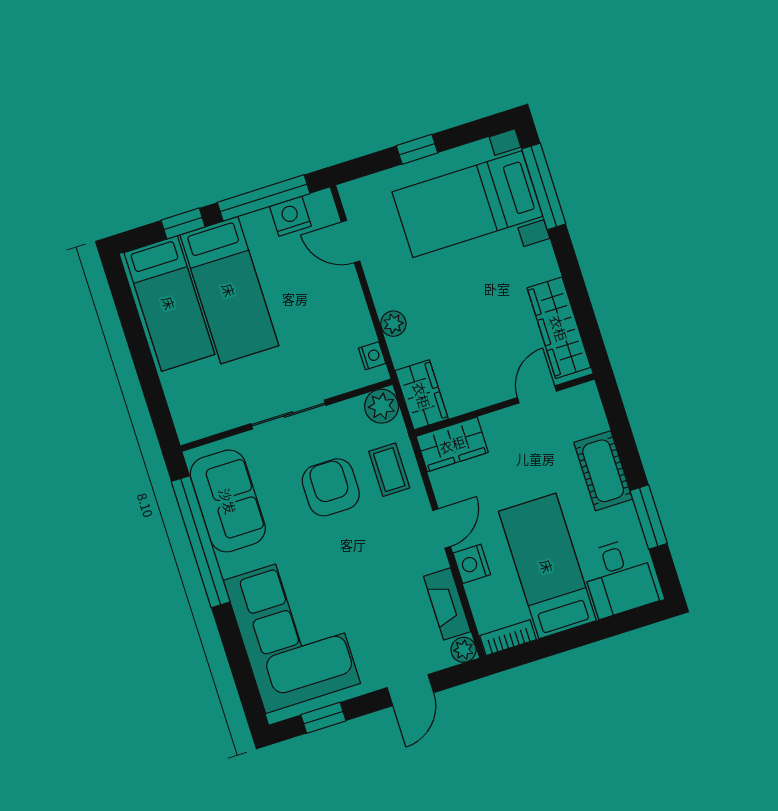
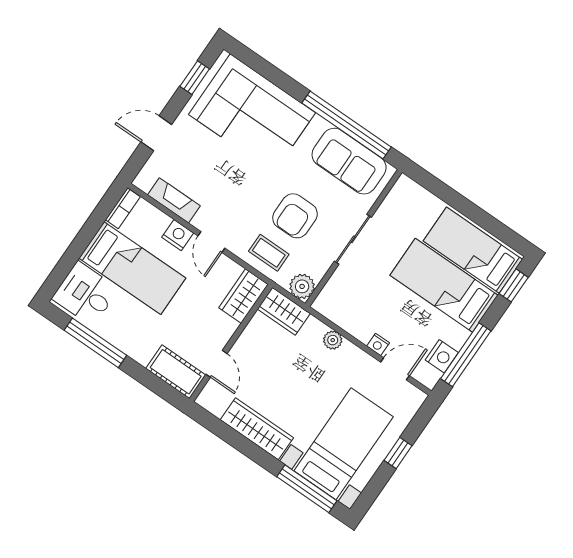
window: (183, 224) -> (514, 285), moved
wardrobe: (559, 328) -> (257, 429), moved
nightstand: (372, 356) -> (378, 344), moved
cot: (603, 471) -> (176, 372), moved
armchair: (331, 487) -> (295, 216), turned 90
window: (649, 517) -> (95, 343), width x1.44
plant: (464, 650) -> (143, 181), removed
door: (410, 690) -> (156, 133), hinge flipped

